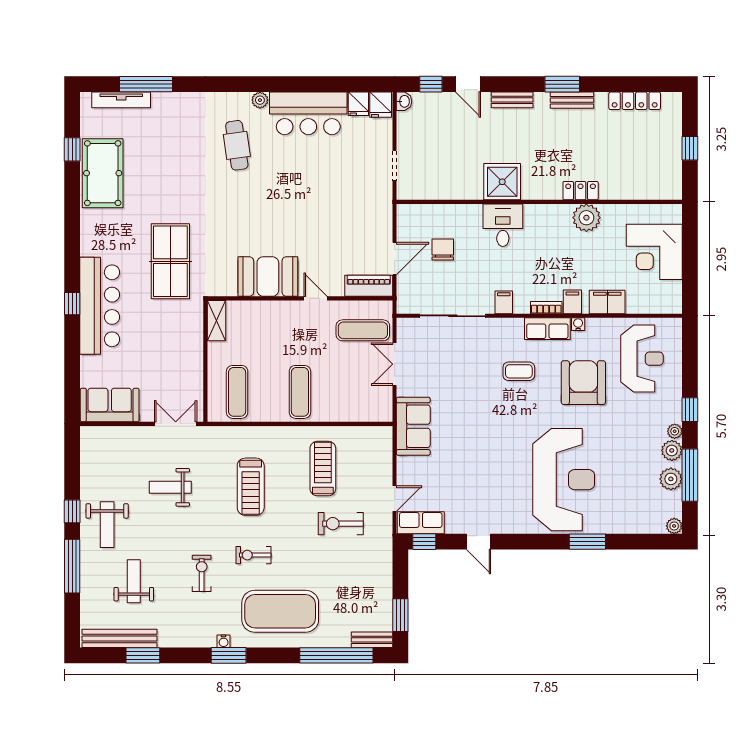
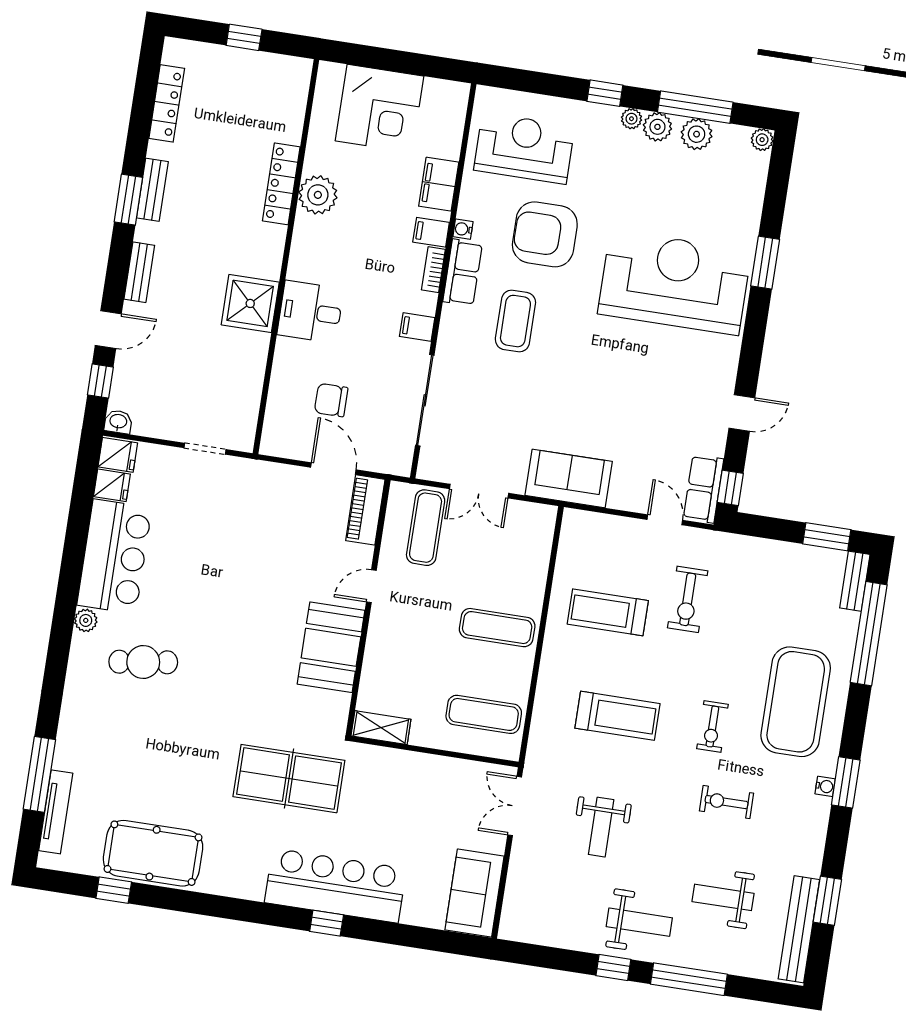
locker: (581, 191) -> (281, 184), width x1.53
coffee table: (519, 371) -> (515, 321), width x1.36, depth x1.30

